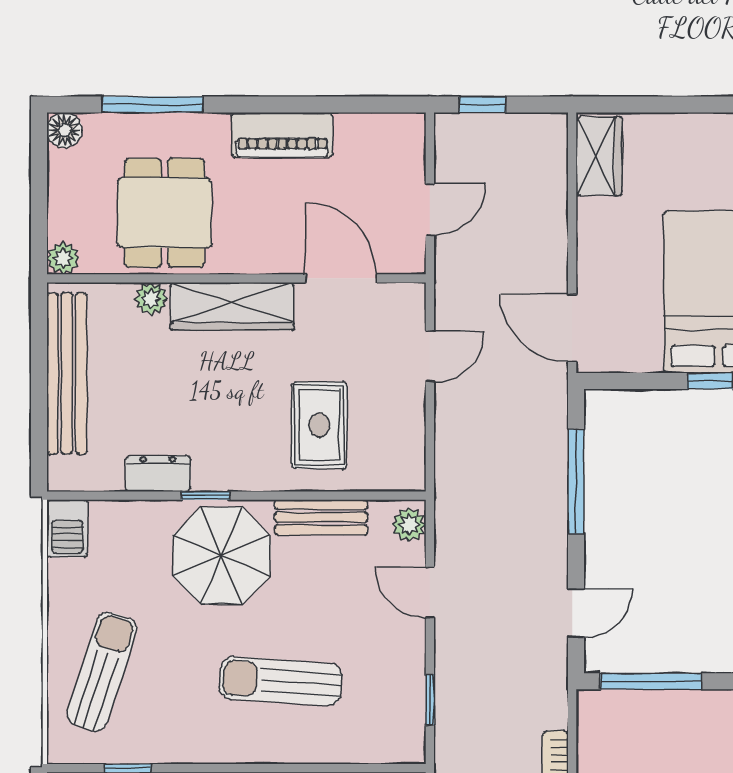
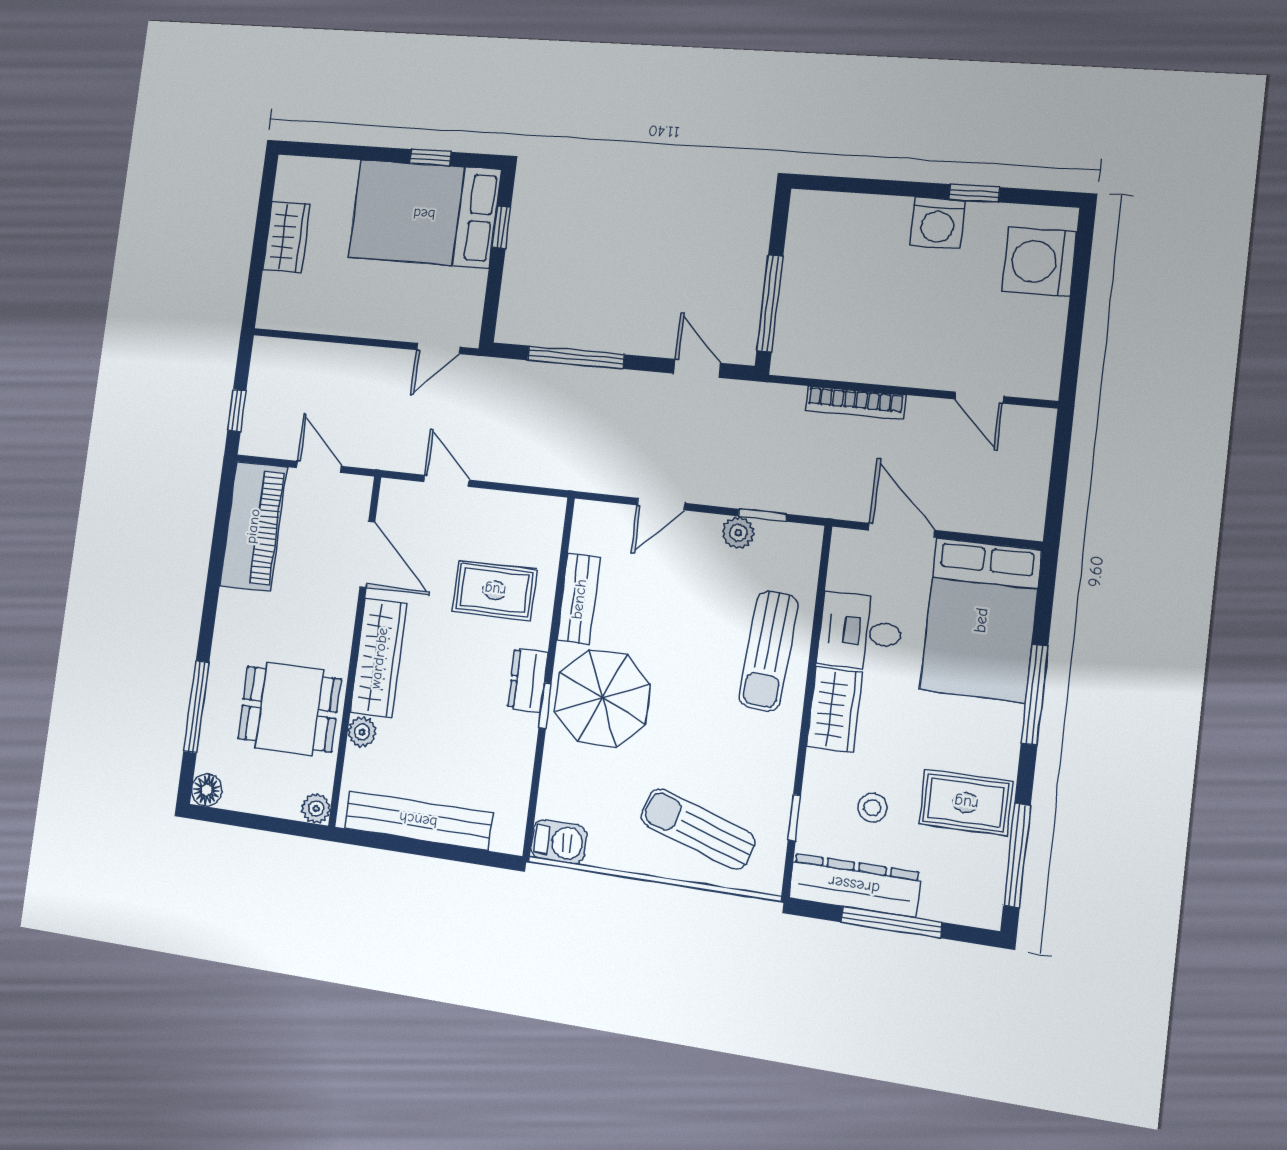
piano: (282, 135) -> (253, 526), moved, width x1.37, depth x1.33
wardrobe: (599, 156) -> (286, 237), moved, turned 90
door: (341, 278) -> (367, 554), swing flipped
door: (572, 328) -> (438, 348), width x0.73
dresser: (158, 473) -> (528, 680), moved
plant: (409, 525) -> (738, 533), moved
sun lounger: (281, 681) -> (769, 651), moved

